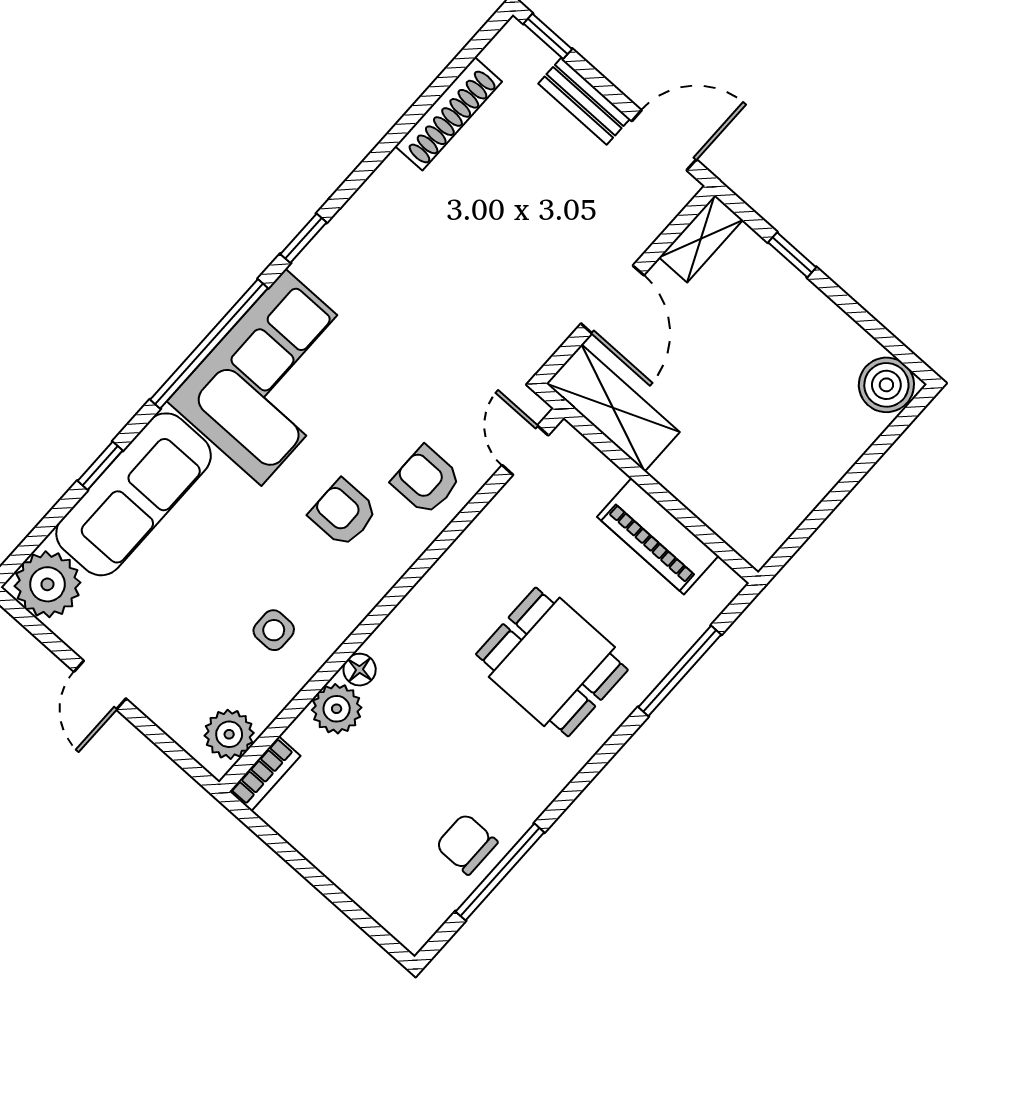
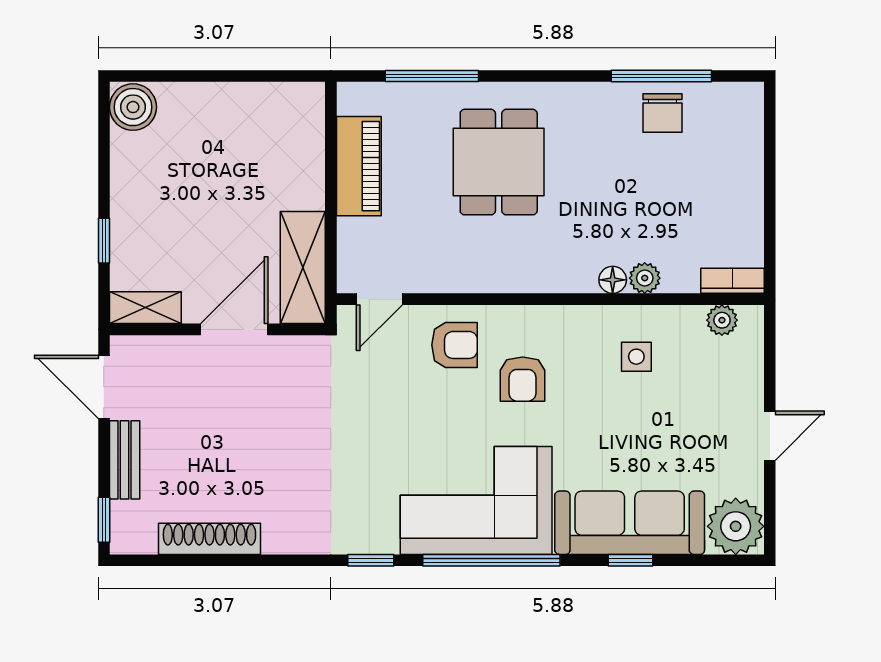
armchair: (426, 480) -> (455, 345), turned -90
plant: (337, 709) -> (645, 278), width x0.73, depth x0.73
plant: (229, 734) -> (722, 320), width x0.73, depth x0.73

